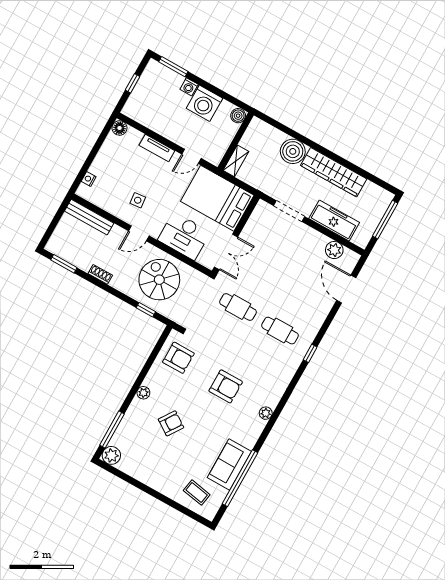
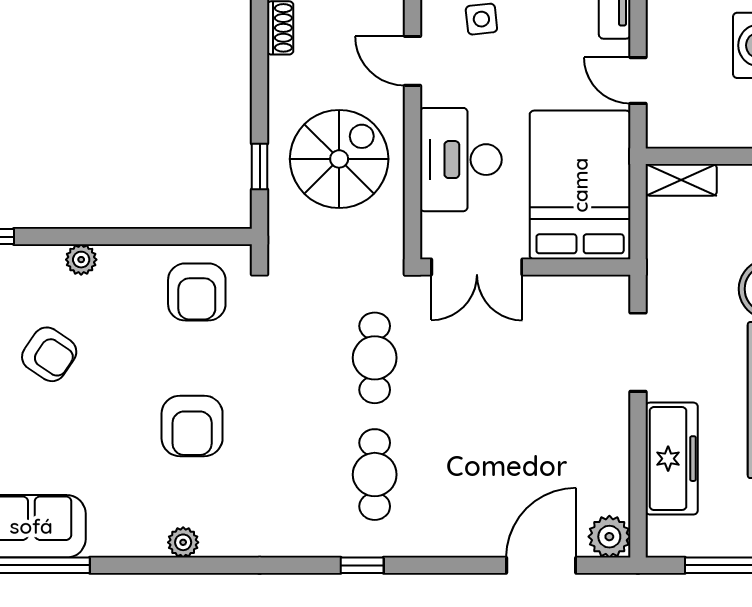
plant: (334, 250) -> (609, 537), moved

